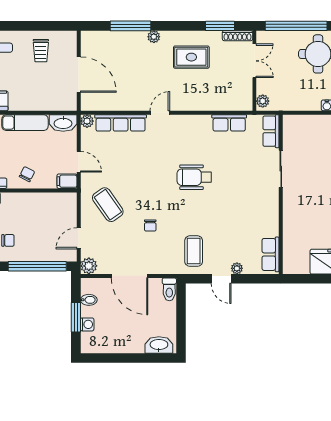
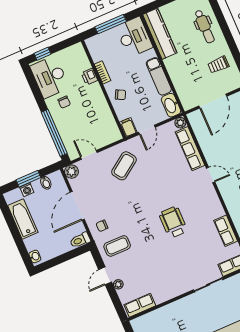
chair: (150, 225) -> (102, 226), moved
bathtub: (118, 343) -> (23, 219), added
washbasin: (159, 345) -> (35, 256), width x0.52, depth x0.69

